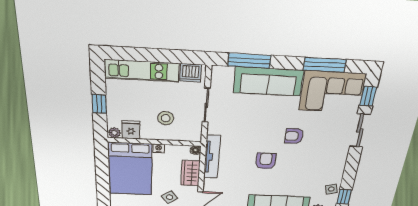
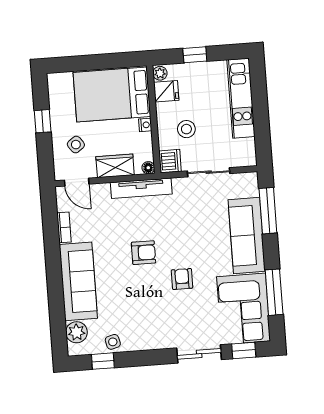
dishwasher: (190, 73) -> (170, 161), moved, turned 180

